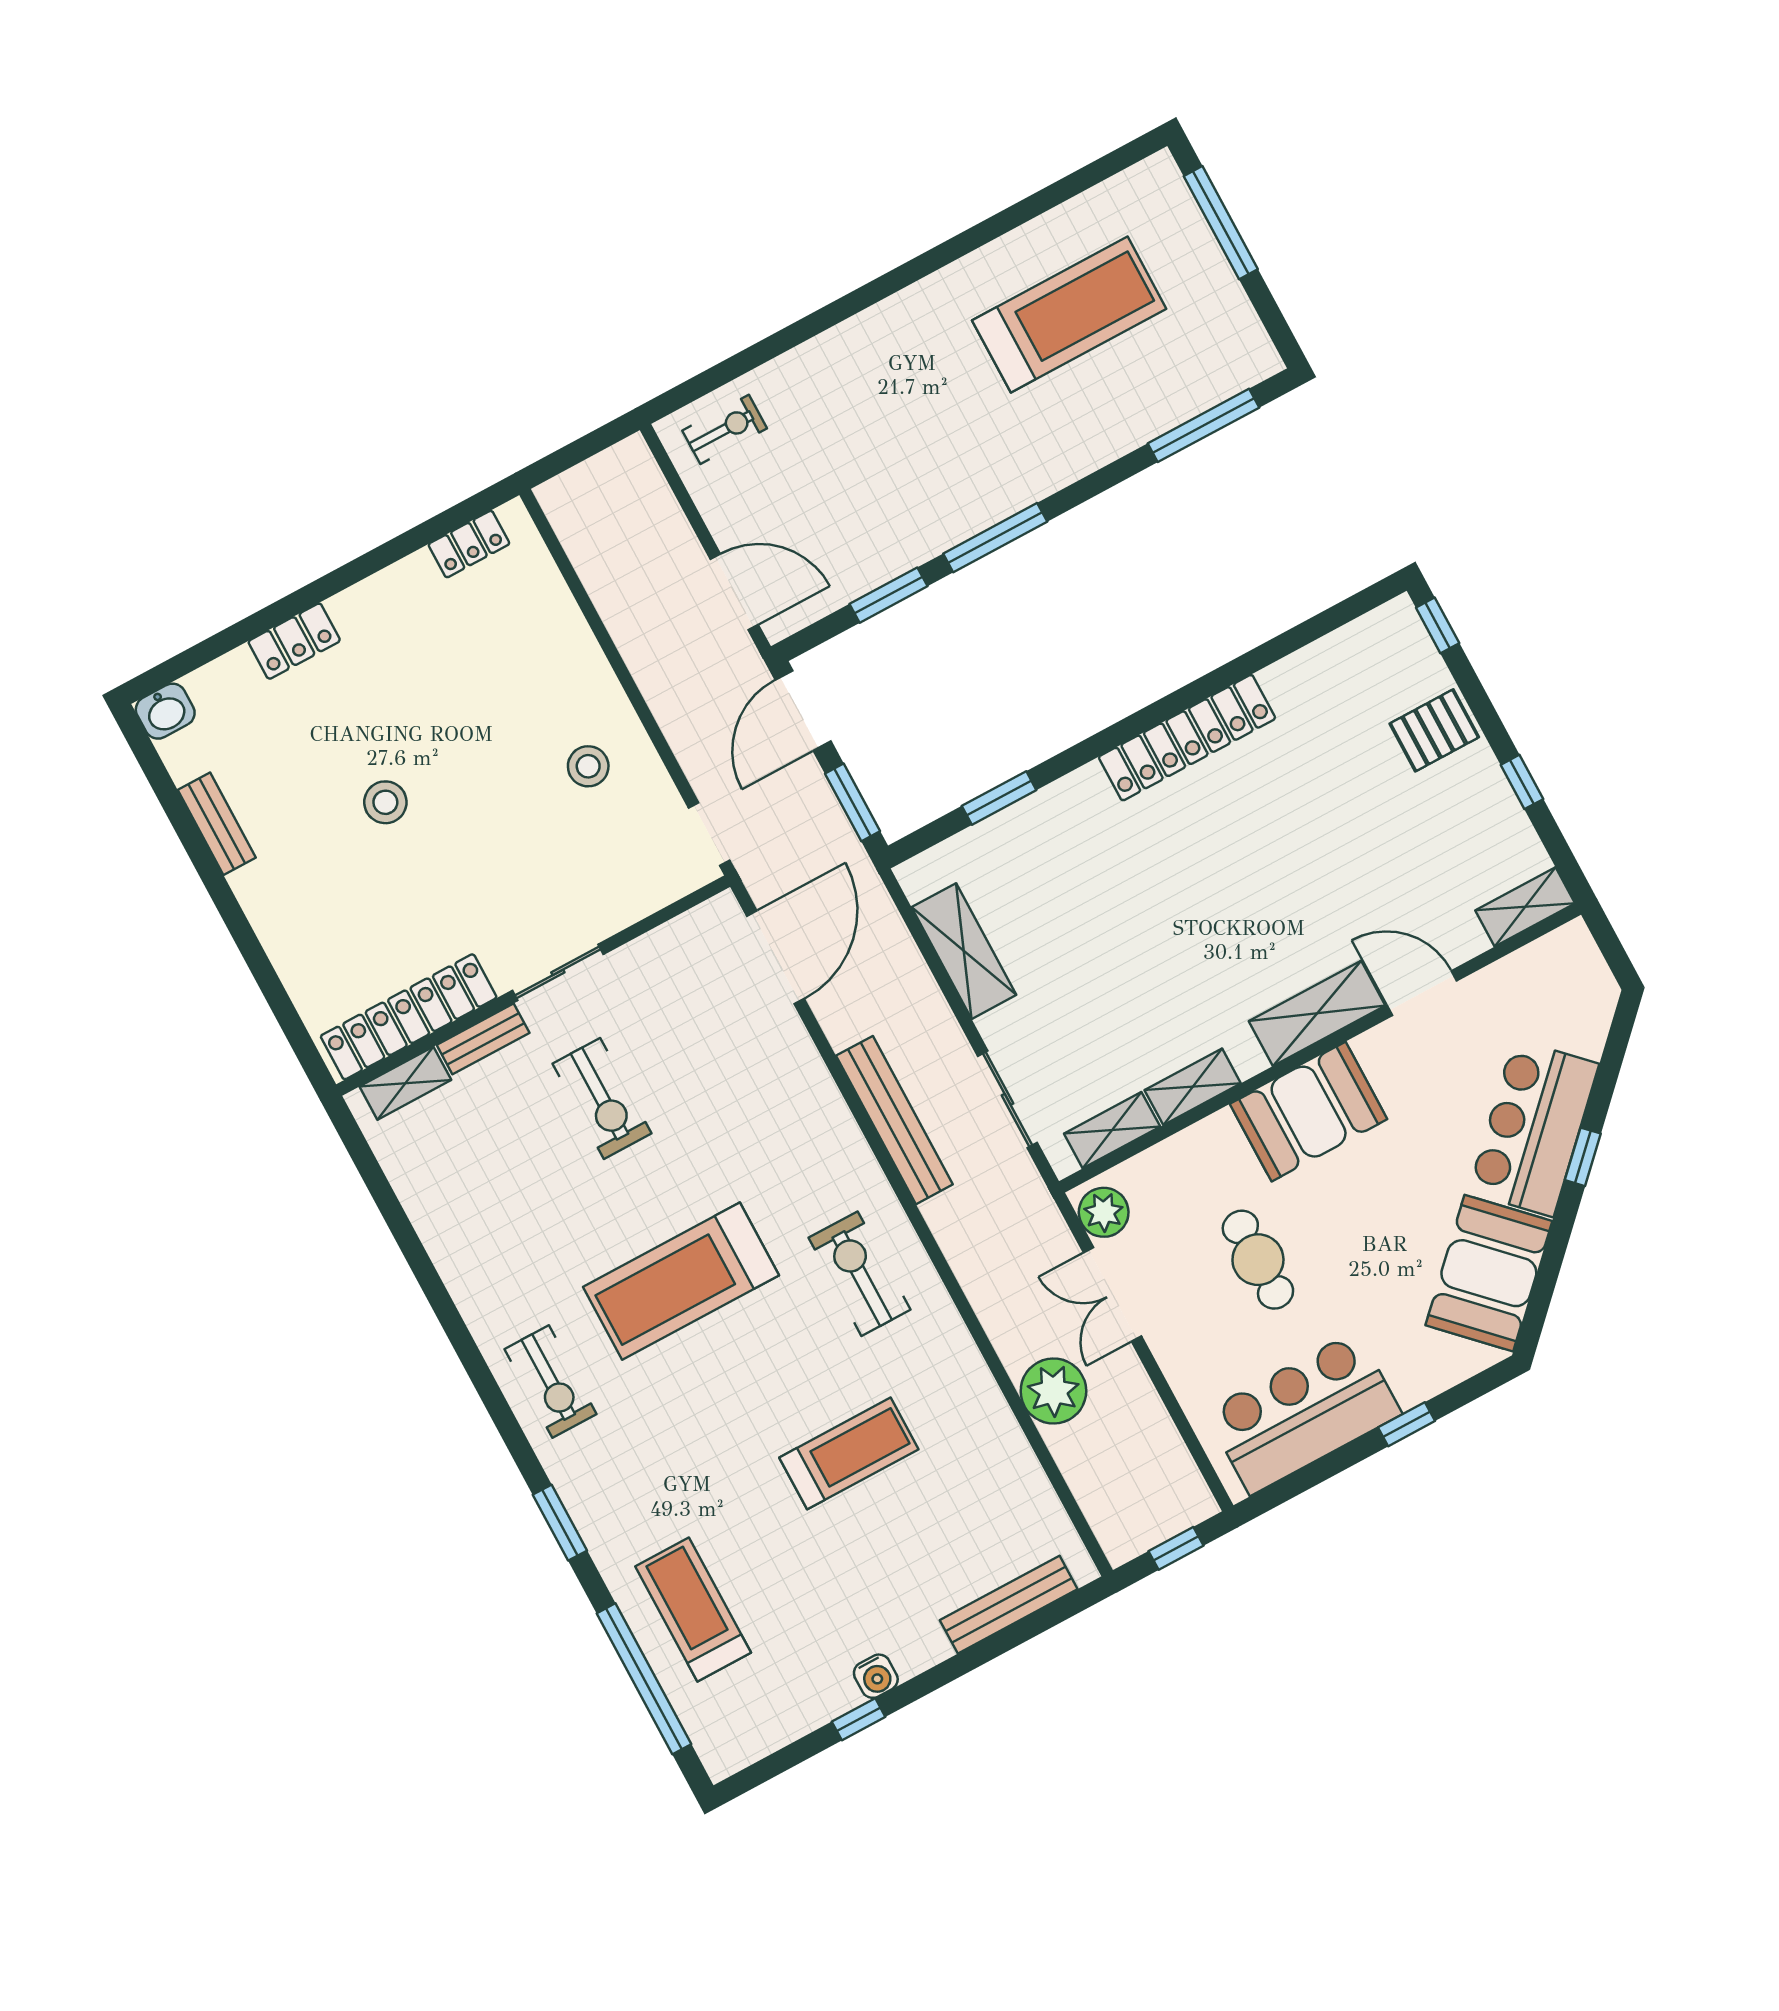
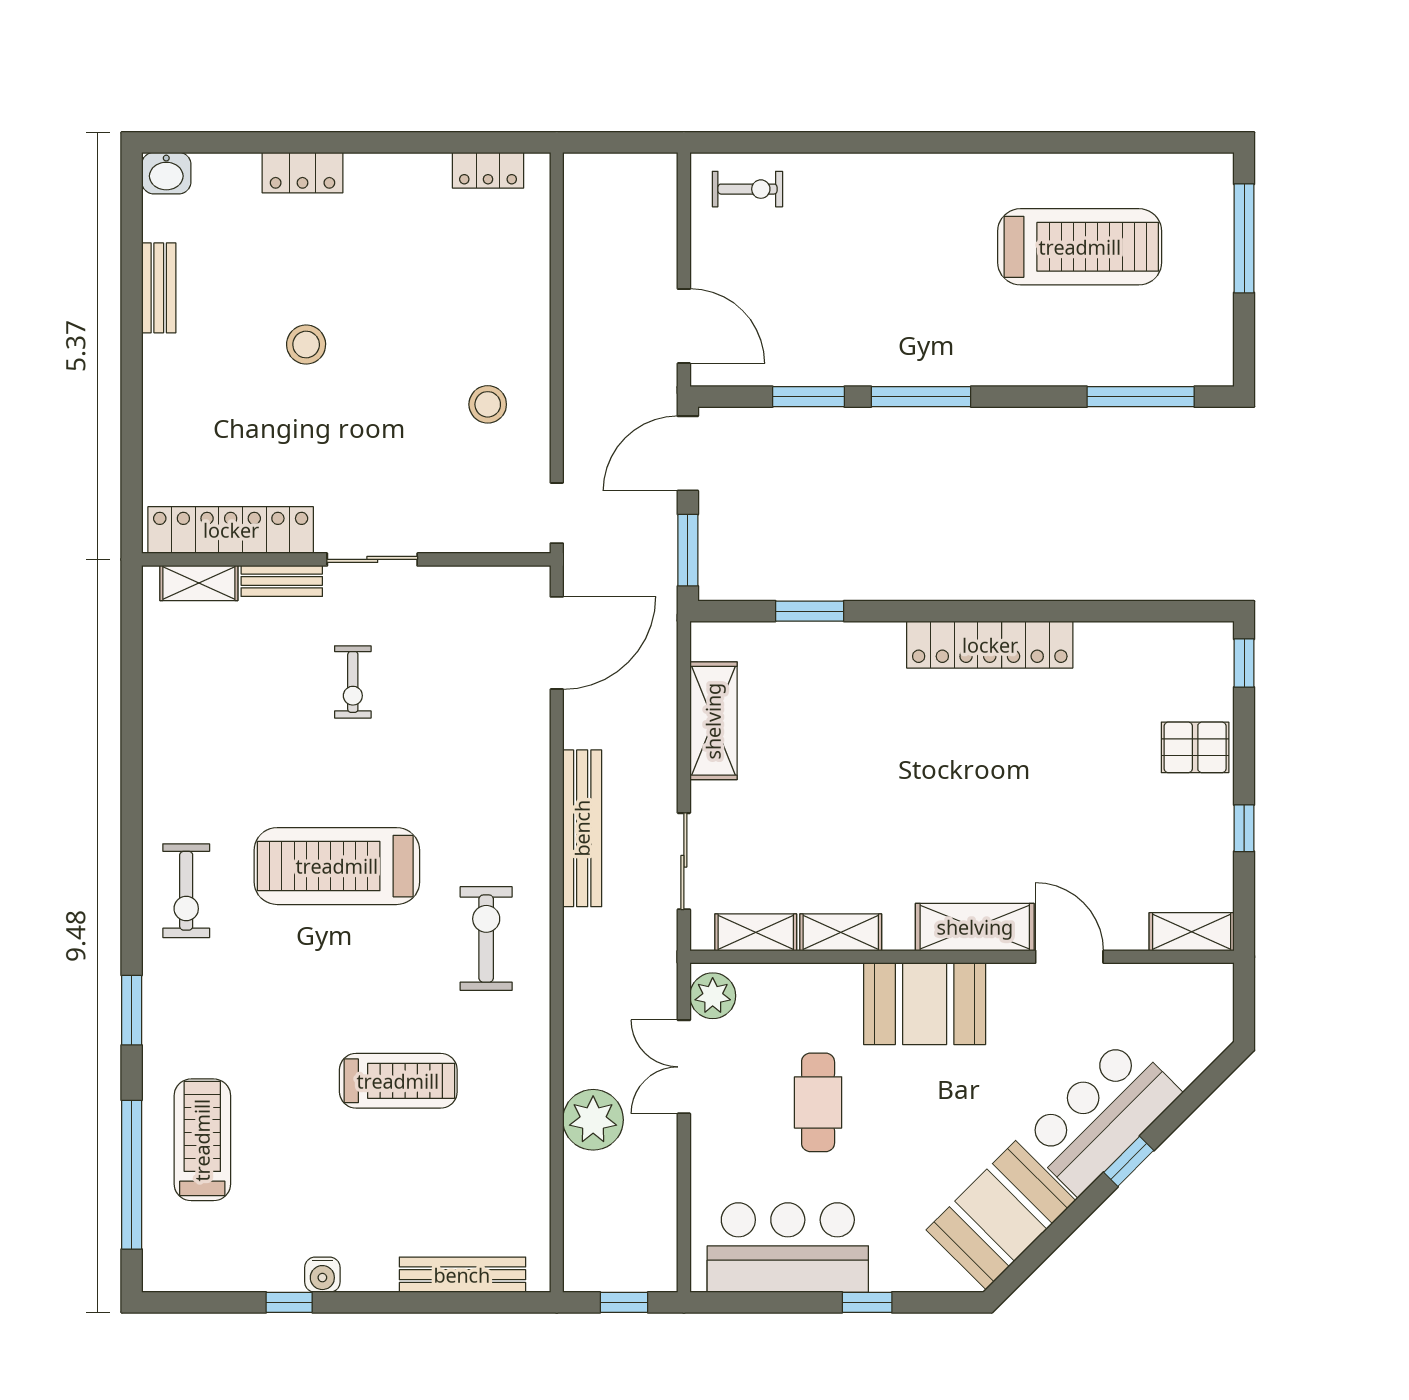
exercise bike: (602, 1098) -> (353, 682), width x0.73, depth x0.72

